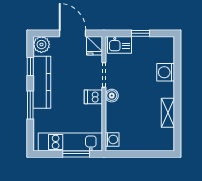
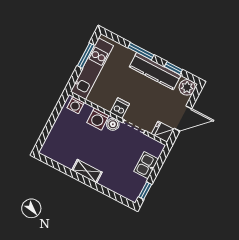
window: (141, 33) -> (145, 191), moved
kitchen sink: (119, 45) -> (146, 165), moved
washing machine: (166, 72) -> (98, 119), moved, turned 180
shelving: (168, 113) -> (87, 171), moved
window: (76, 154) -> (86, 56), moved

